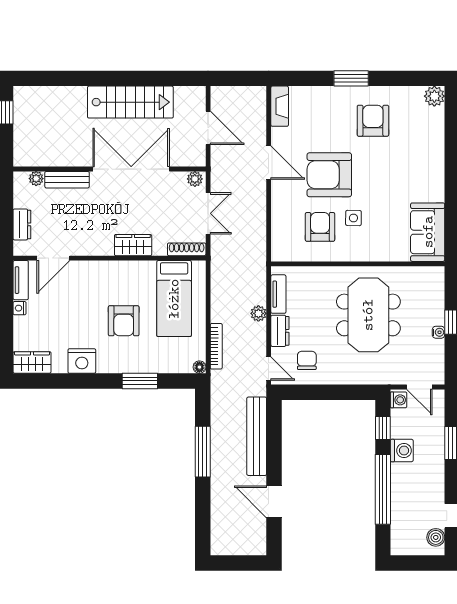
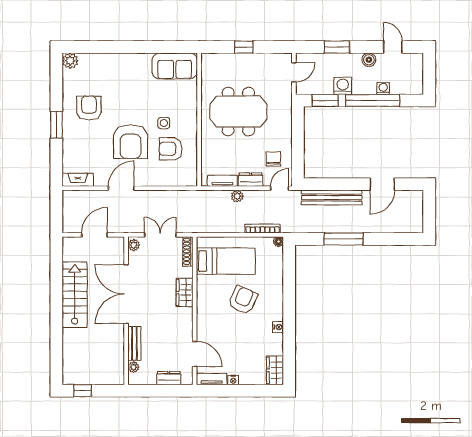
armchair: (373, 121) -> (89, 108), turned 90
armchair: (124, 321) -> (243, 300), turned -66
water cooler: (439, 332) -> (252, 58), removed
chair: (307, 360) -> (273, 159), turned 90
nightstand: (82, 361) -> (278, 327), width x0.53, depth x0.56
window: (140, 381) -> (289, 287), removed
washing machine: (399, 400) -> (383, 88), moved
window: (383, 428) -> (325, 100), width x1.50
boiler: (436, 537) -> (369, 60), moved

